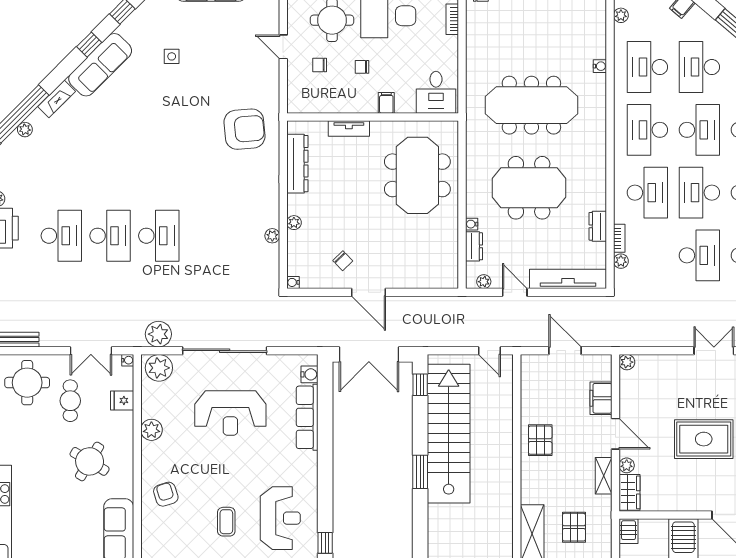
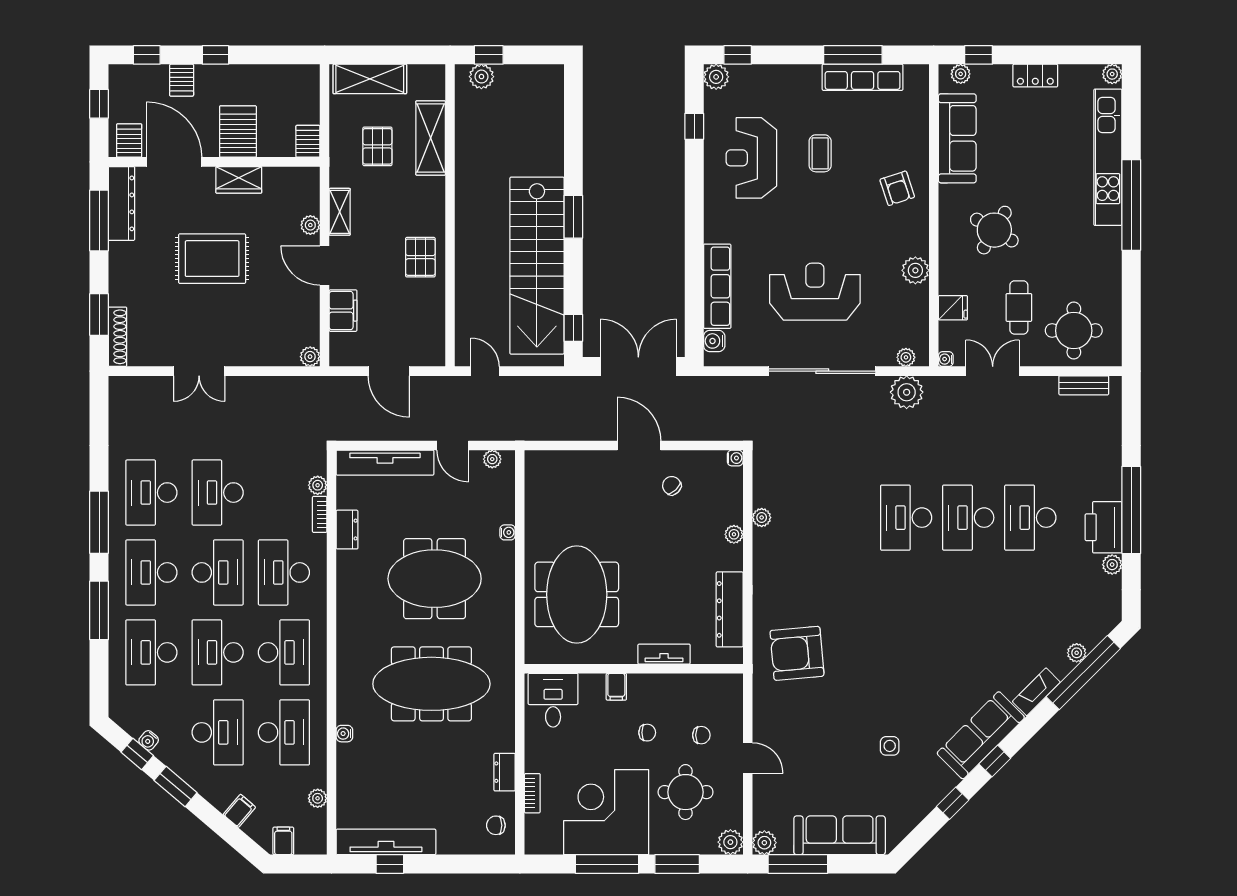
dresser: (474, 246) -> (505, 772), moved
plant: (159, 368) -> (906, 357), width x0.53, depth x0.53
wardrobe: (630, 492) -> (239, 180), moved, turned -90

